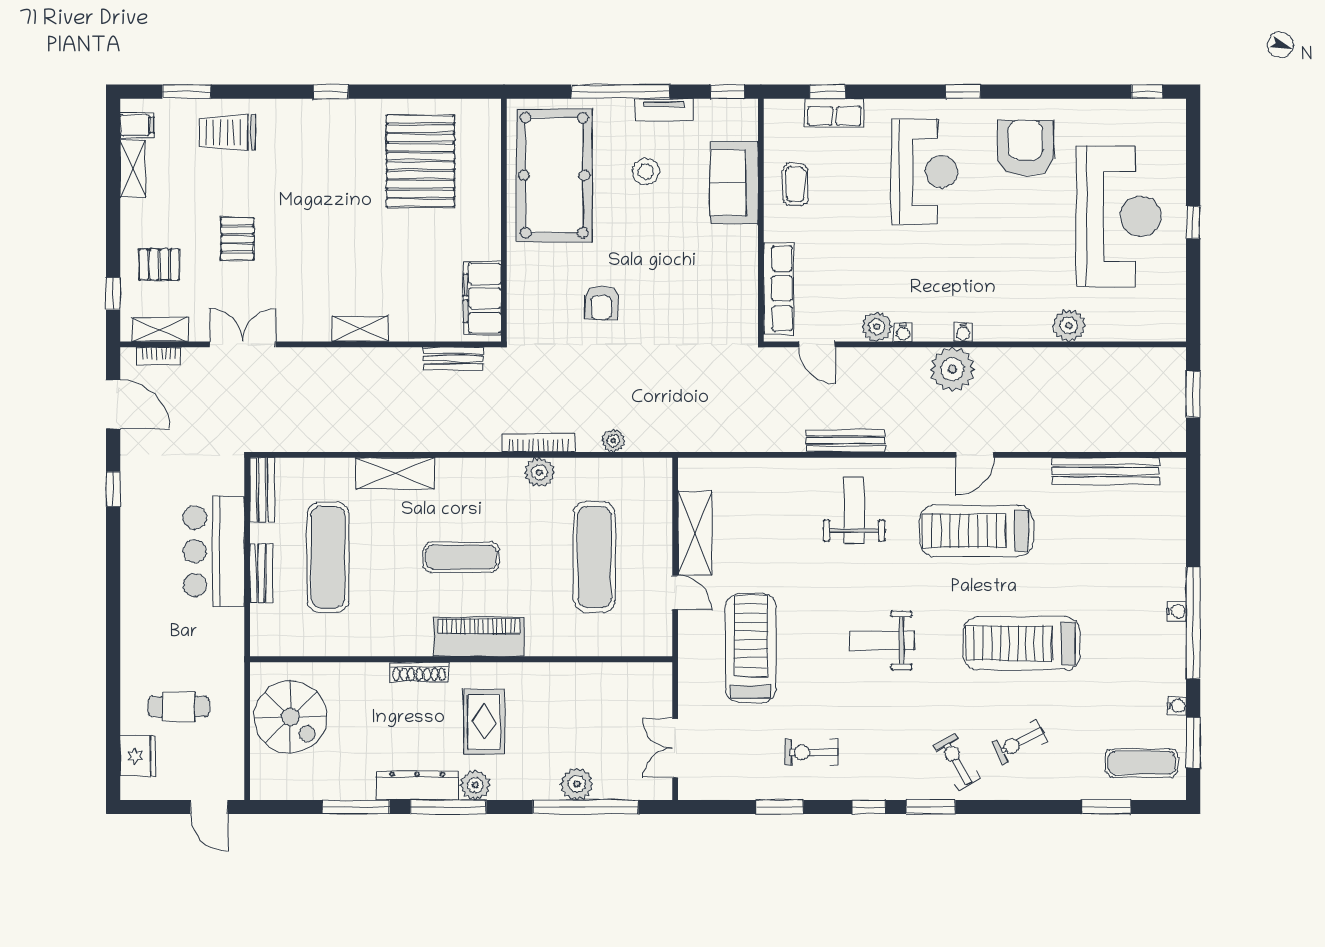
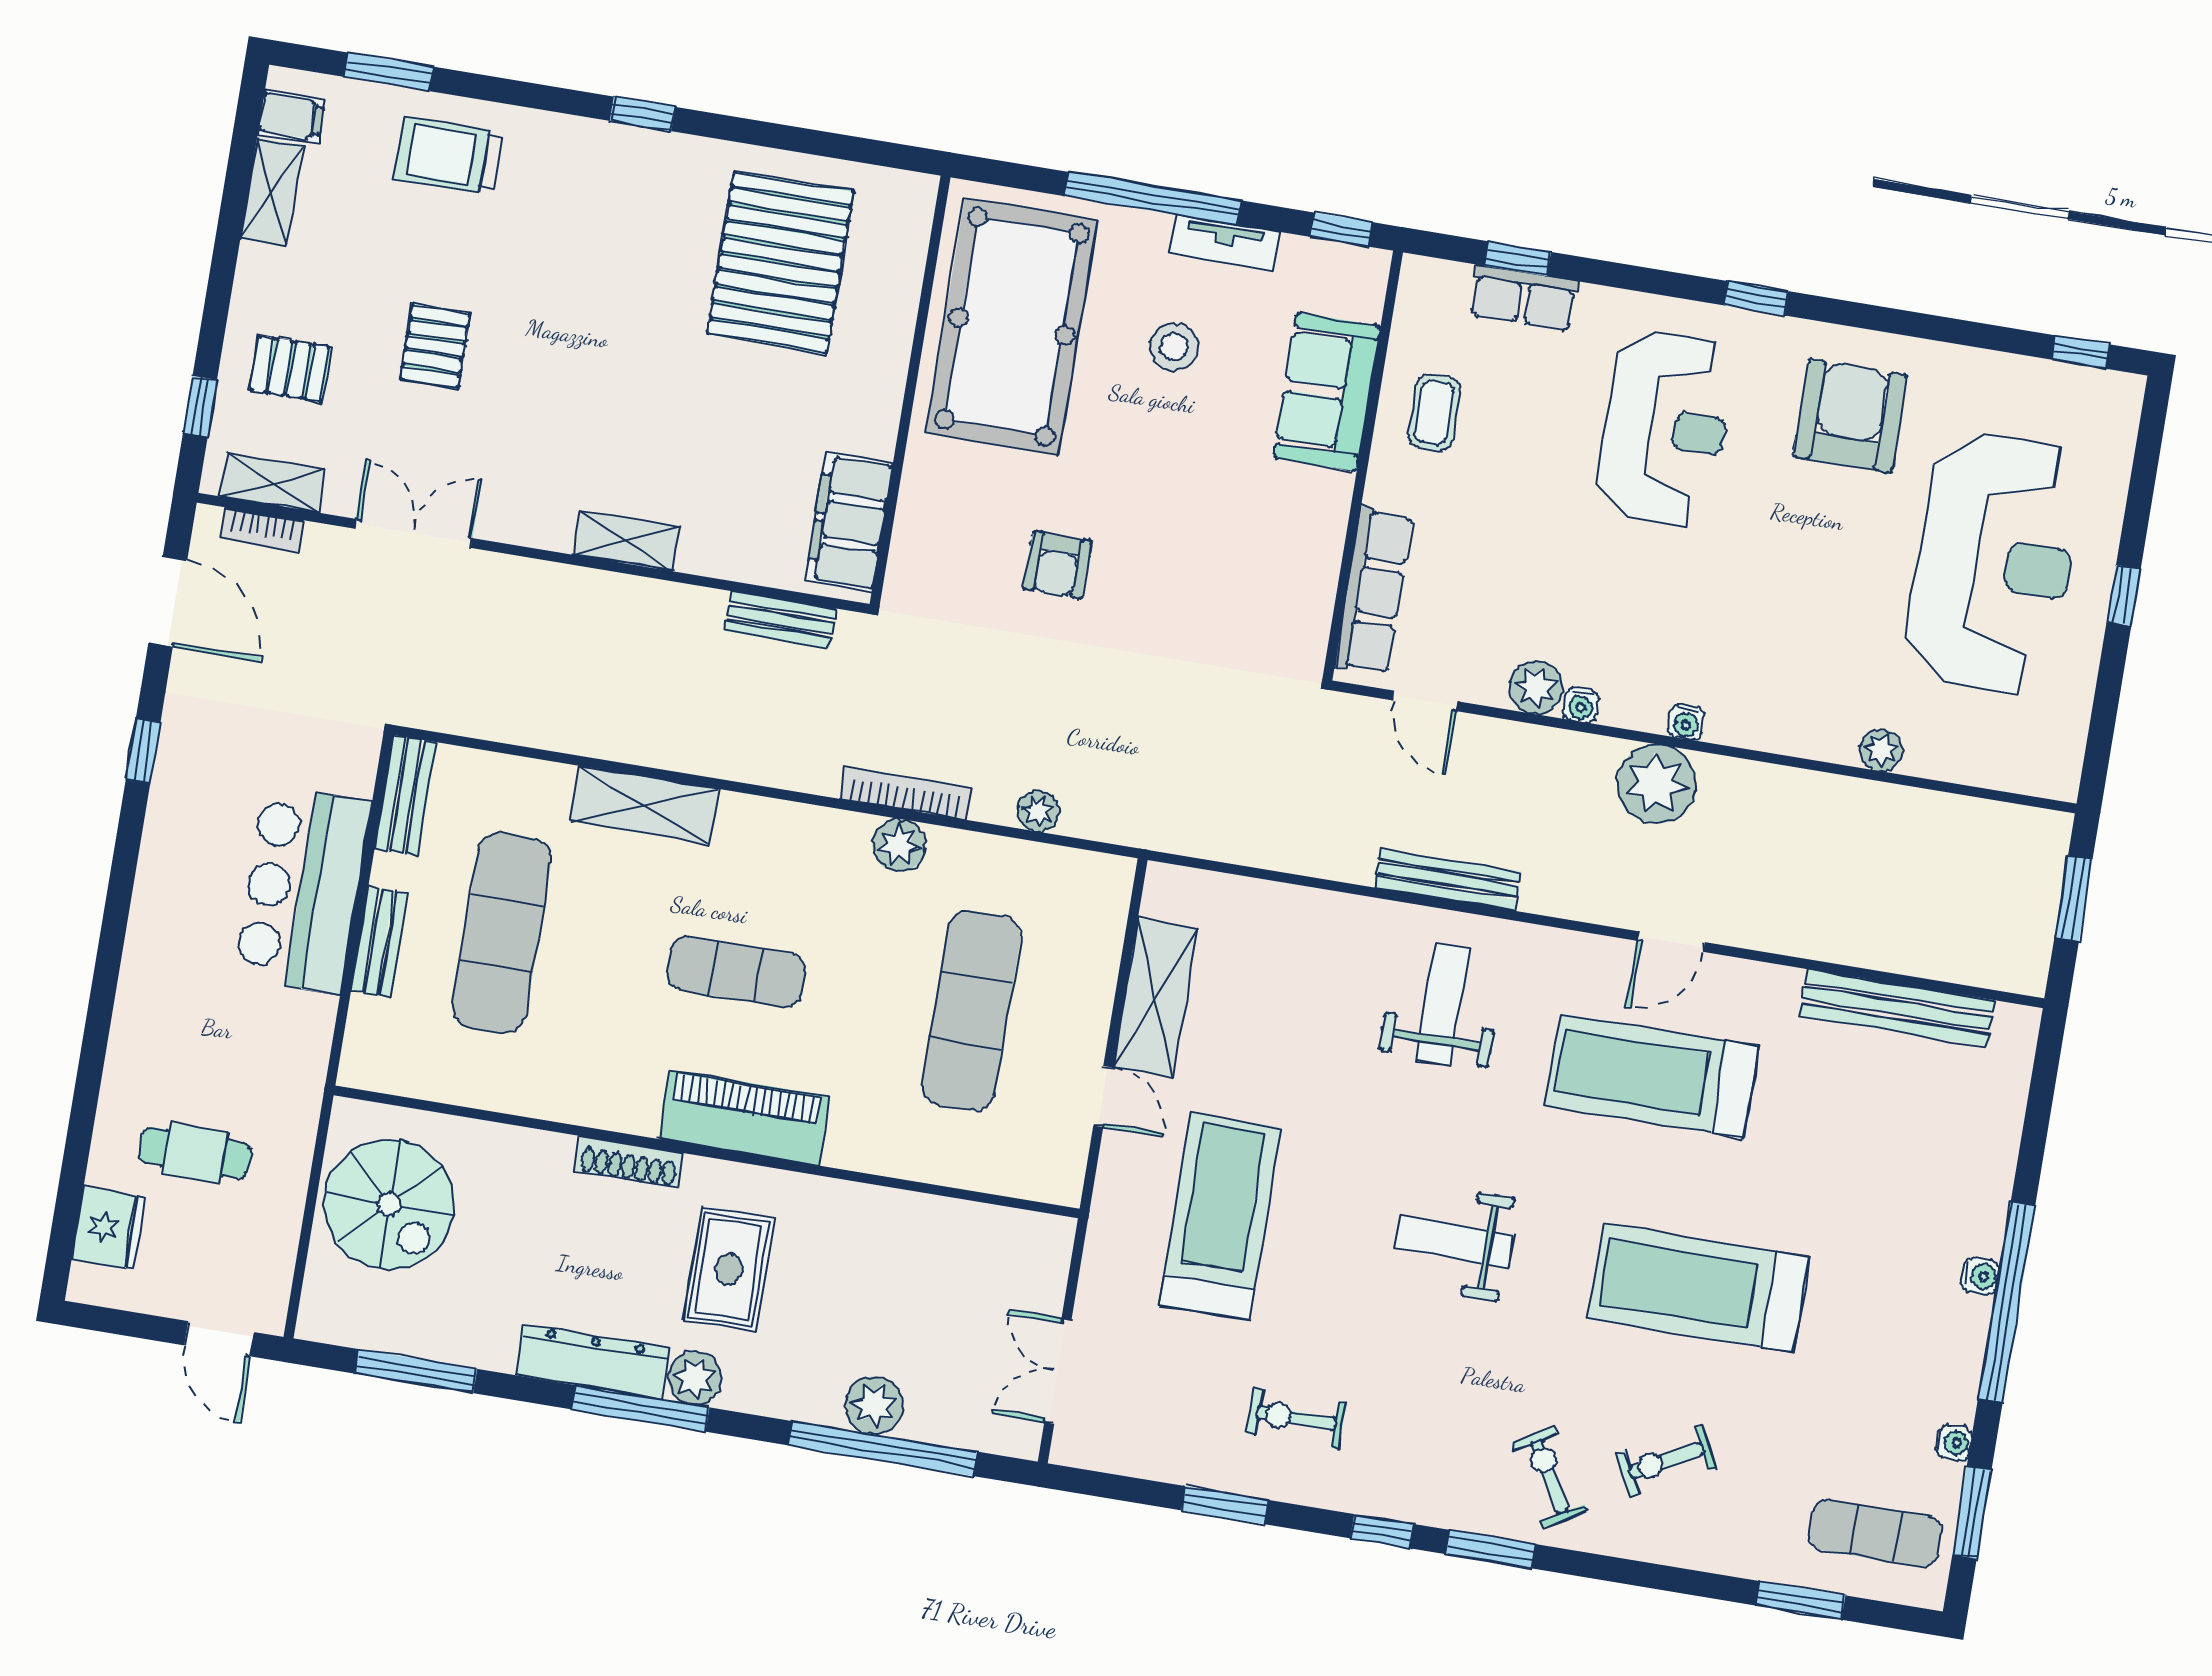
plant: (1069, 325) -> (1881, 750), width x0.73, depth x0.73
window: (356, 807) -> (416, 1371), moved

